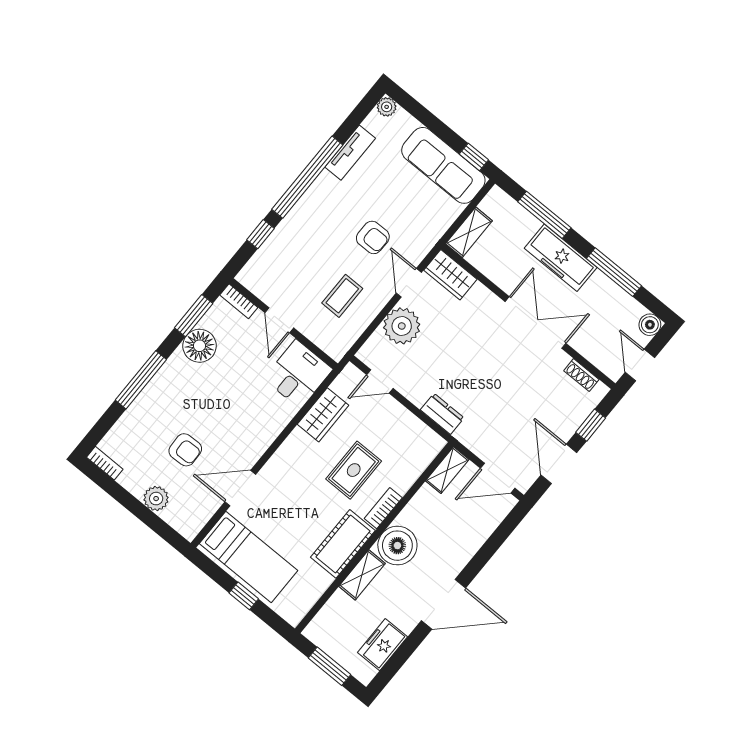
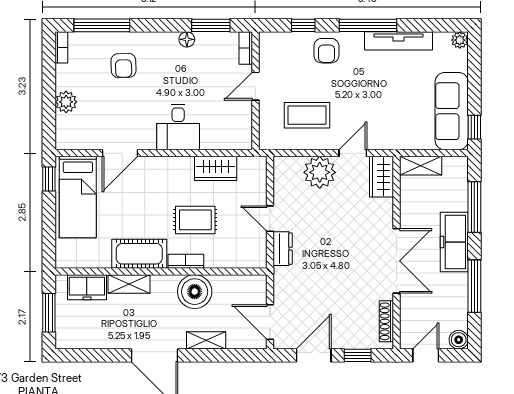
tv unit: (350, 153) -> (399, 41), width x1.41
window: (307, 177) -> (368, 25), width x0.68
armchair: (373, 237) -> (326, 51), moved
coffee table: (342, 296) -> (307, 115), width x1.36, depth x1.30
floor lamp: (199, 346) -> (187, 39), width x0.53, depth x0.53
desk: (298, 374) -> (178, 127), moved, turned 90
shoe rack: (581, 375) -> (386, 321), width x1.43
window: (141, 380) -> (102, 25), moved
door: (380, 381) -> (270, 219), moved
armchair: (185, 450) -> (123, 66), moved
shelving: (447, 470) -> (206, 340), moved
door: (240, 488) -> (120, 153), swing flipped
boiler: (397, 546) -> (195, 292), moved
window: (244, 596) -> (49, 179), moved
freezer: (383, 645) -> (87, 287), moved, turned 180

